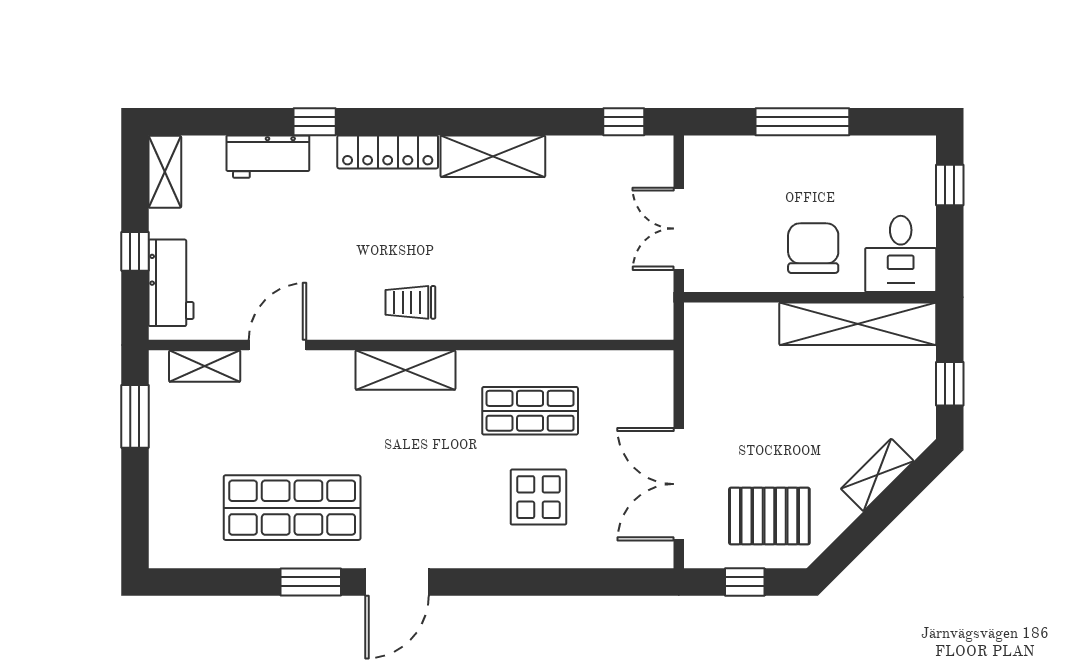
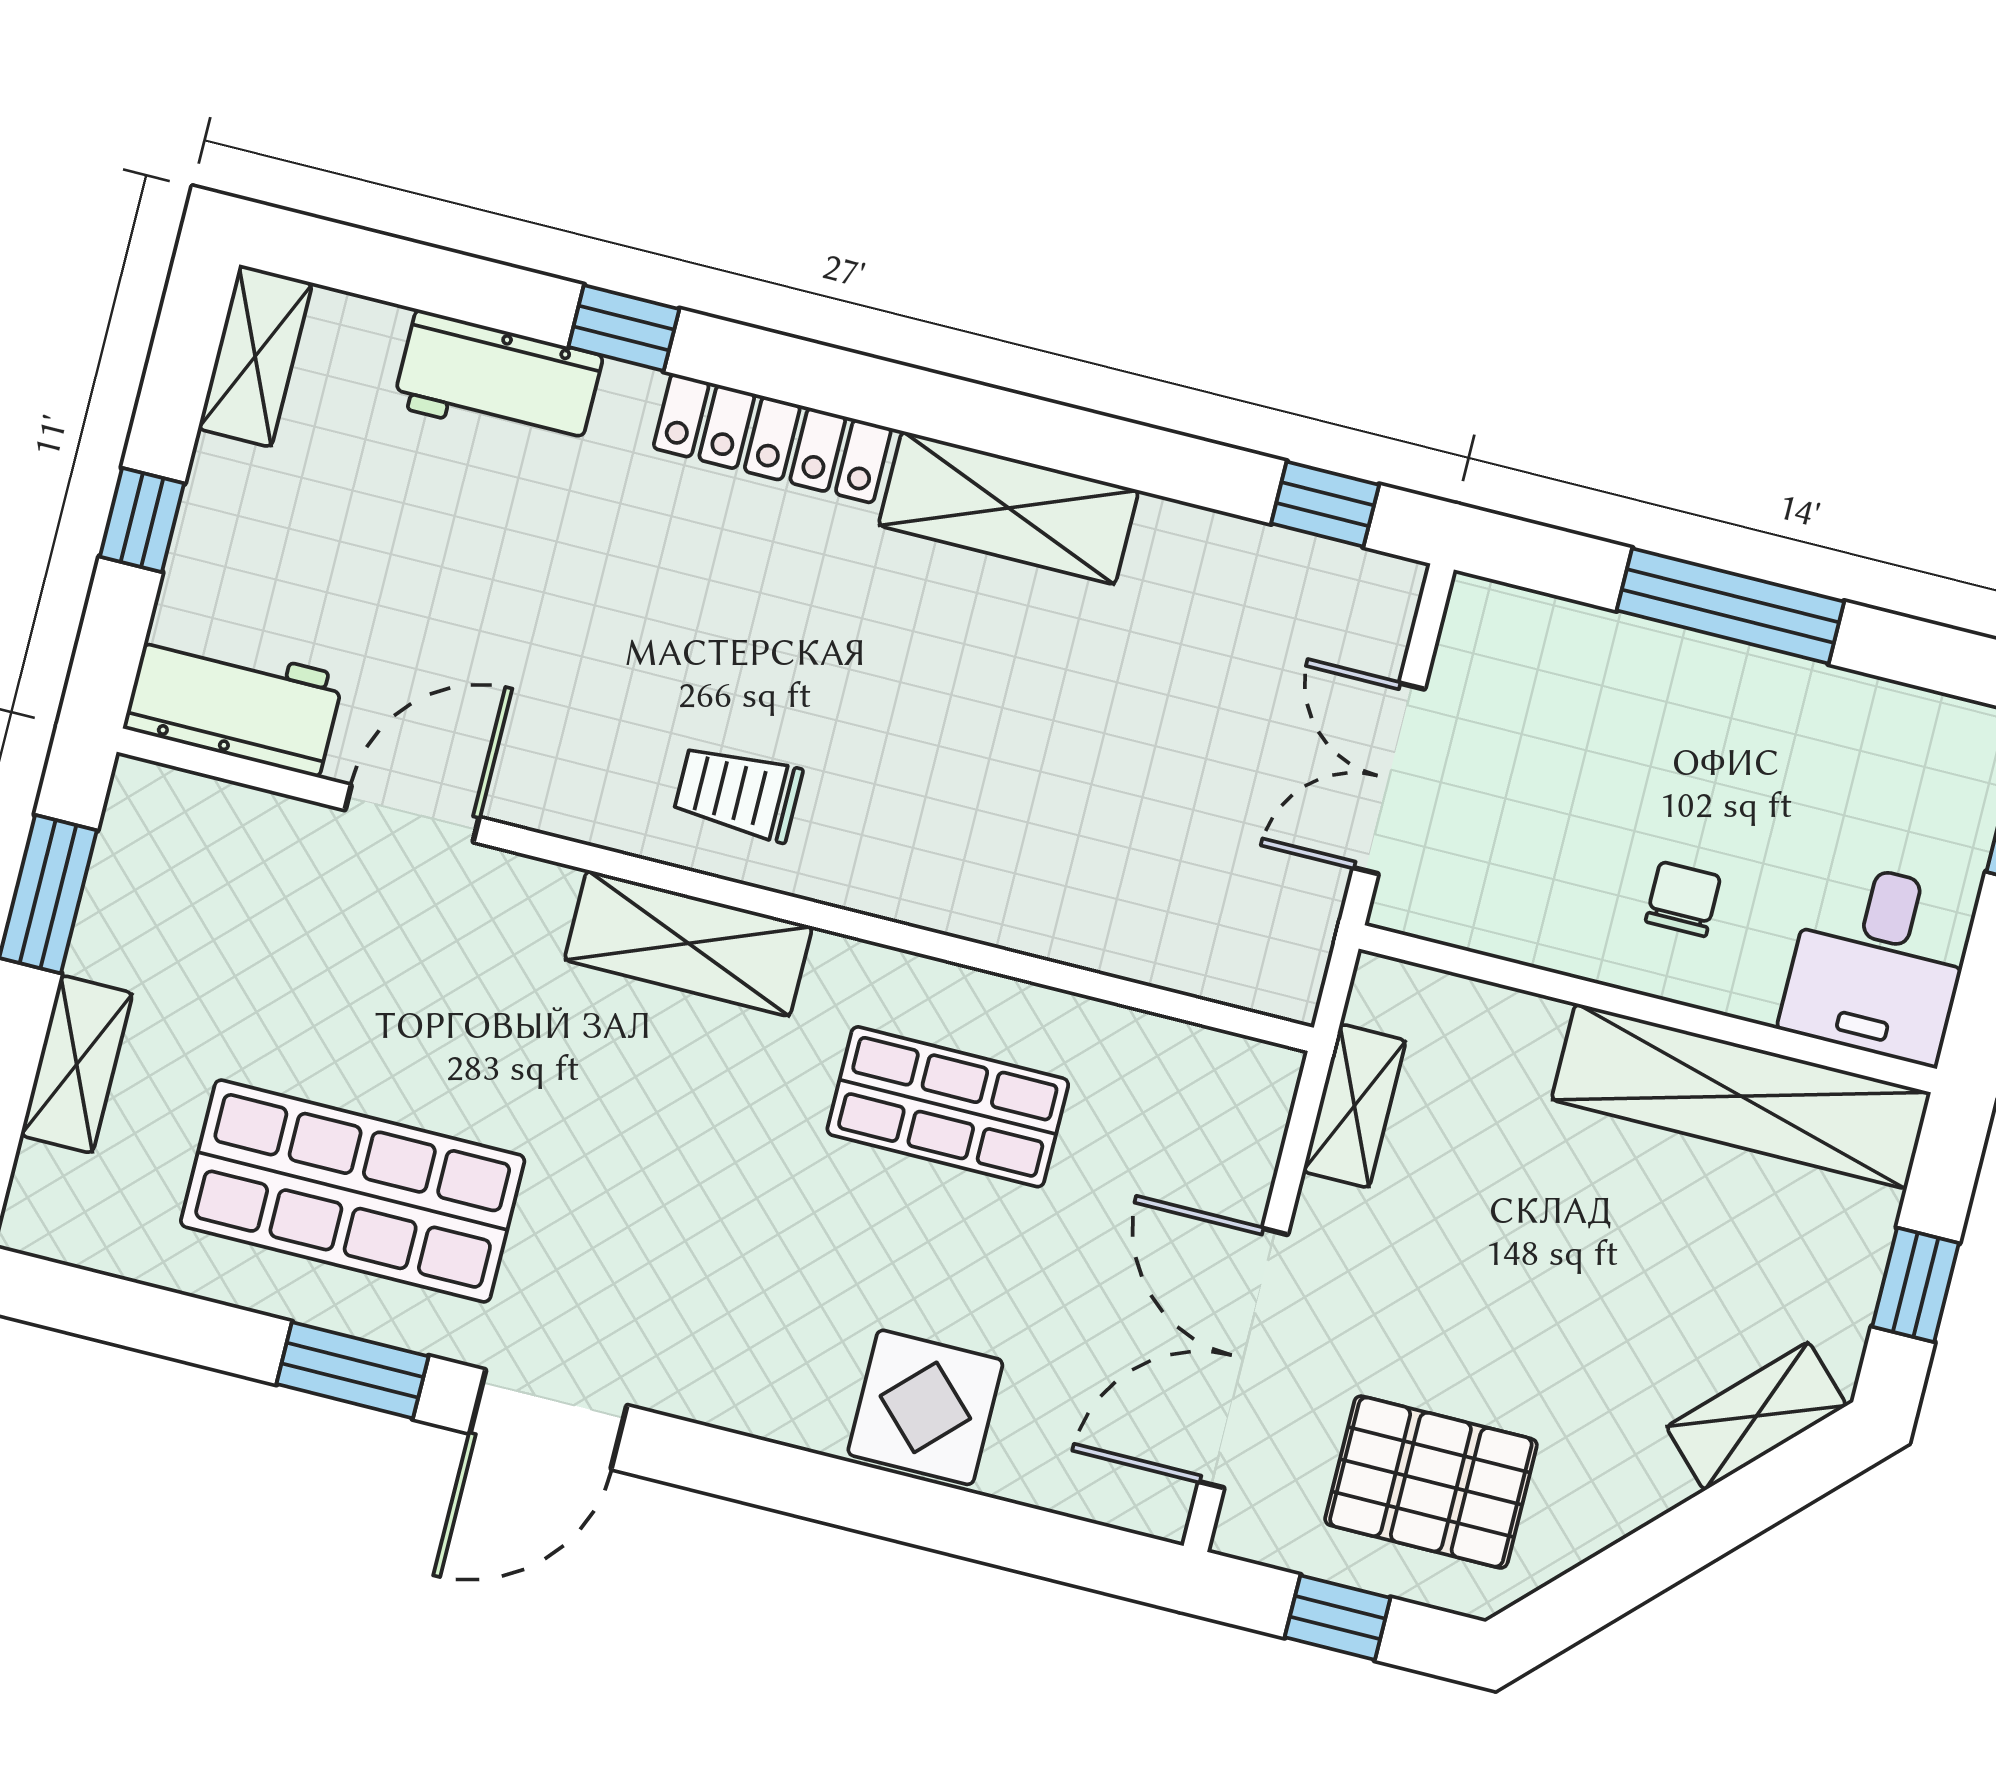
chair: (813, 248) -> (1683, 899), width x0.54, depth x0.54
workbench: (171, 283) -> (234, 702), moved, turned -90
shelving: (205, 366) -> (77, 1064), moved, turned 90
shelving: (699, 368) -> (1354, 1106), added
shelving: (877, 475) -> (1756, 1416), moved
display table: (538, 497) -> (925, 1407), moved

